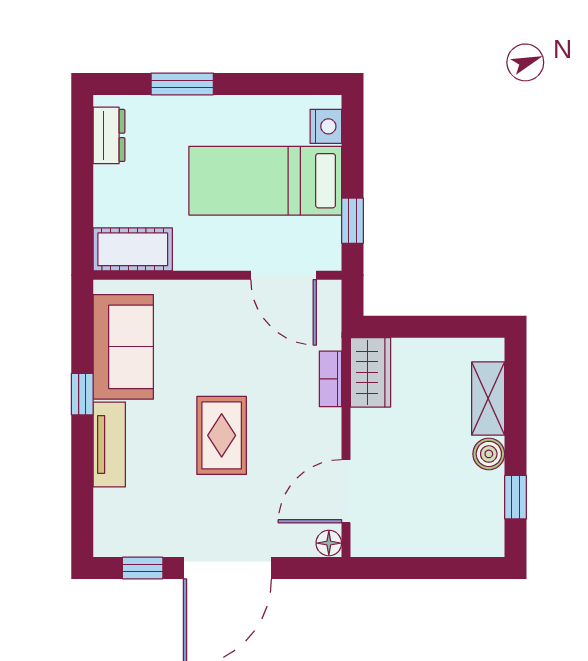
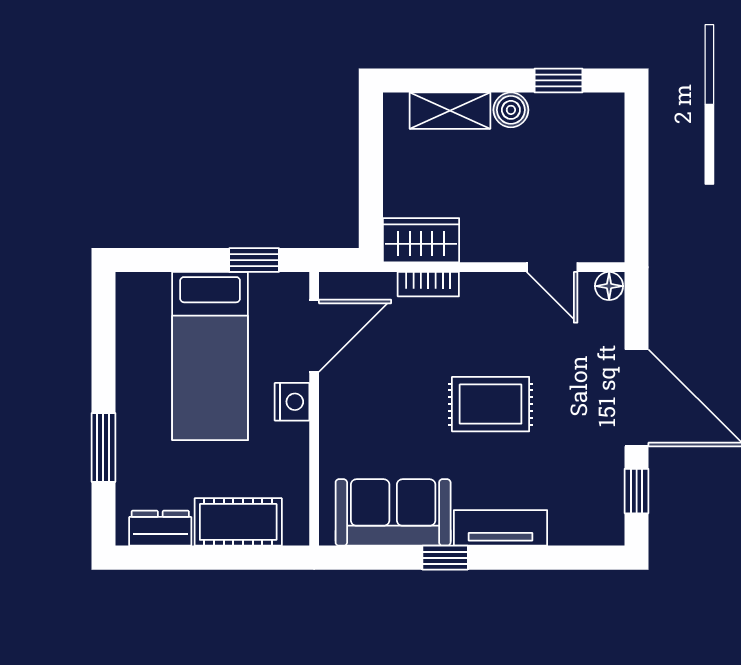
nightstand: (326, 126) -> (292, 402), moved, turned 90
cot: (133, 249) -> (238, 522), moved, turned 90
door: (346, 491) -> (552, 267), width x0.73

